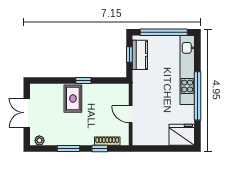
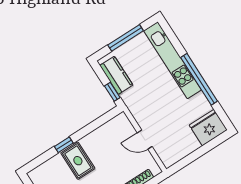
window: (164, 32) -> (126, 38), width x0.68
window: (129, 55) -> (112, 92), moved
window: (83, 81) -> (64, 145), moved

